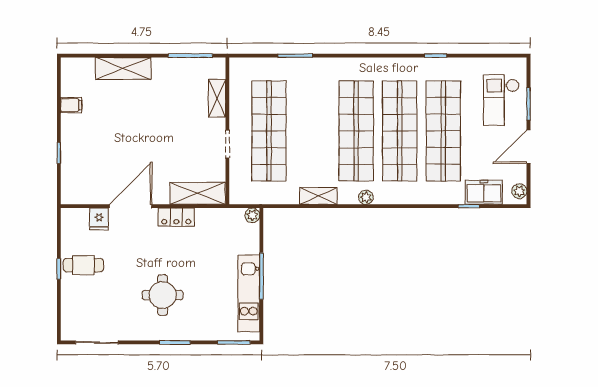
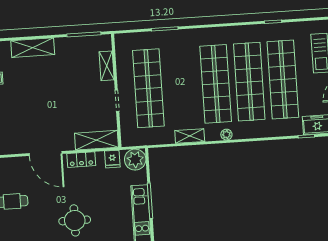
door: (131, 206) -> (46, 154), swing flipped
plant: (252, 215) -> (135, 160), width x1.88, depth x1.88
fridge: (99, 219) -> (112, 159), moved

